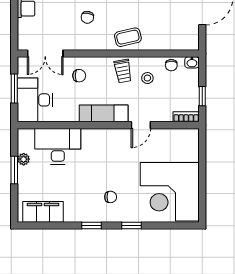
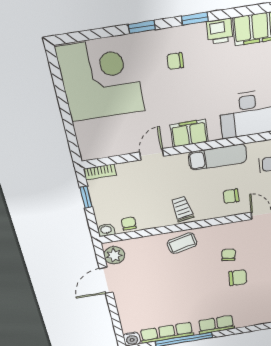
plant: (190, 36) -> (114, 255), added
stool: (147, 78) -> (153, 206), removed
exam couch: (104, 113) -> (218, 157), moved
filing cabinet: (108, 138) -> (189, 133), added
printer: (74, 214) -> (220, 31), added

